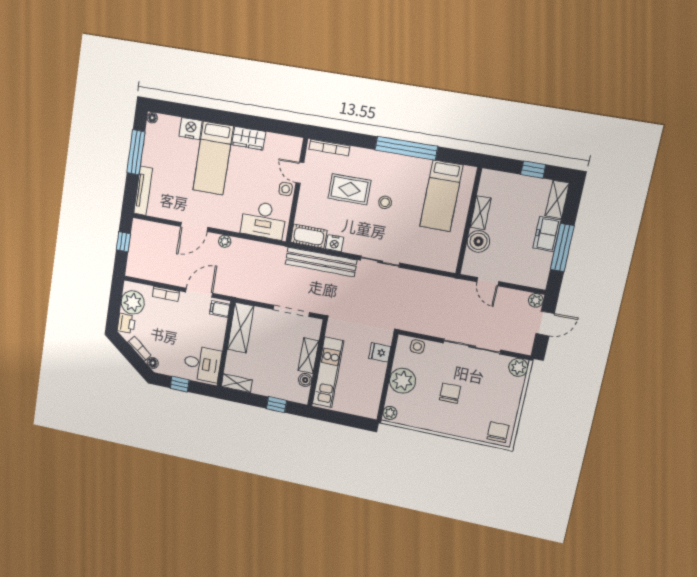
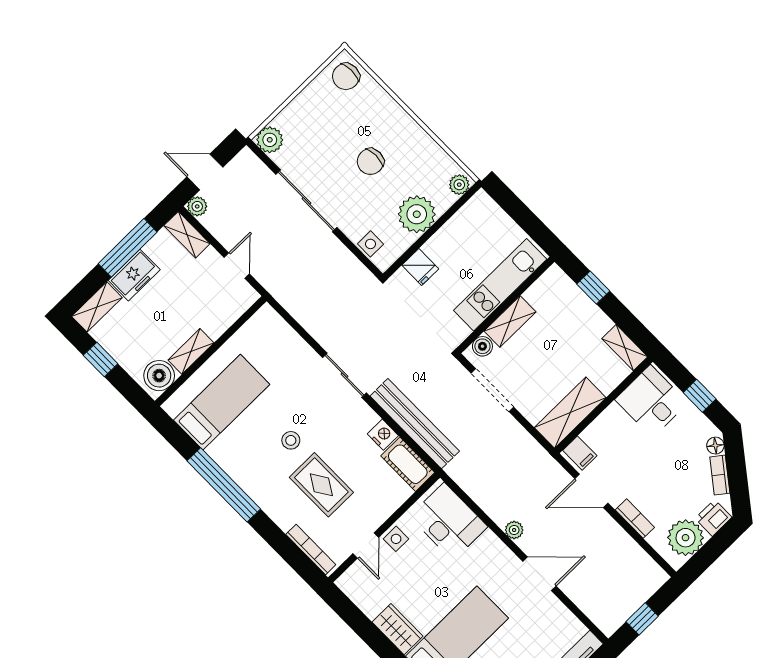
boiler: (478, 241) -> (159, 376), moved
shelving: (531, 280) -> (187, 235), added
boiler: (305, 380) -> (482, 346), moved

